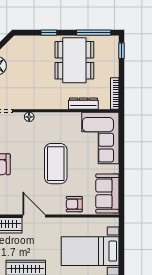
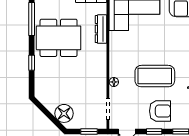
coffee table: (56, 164) -> (155, 76), moved

